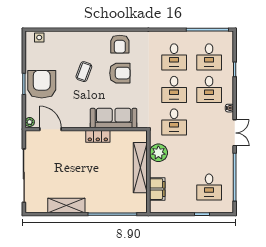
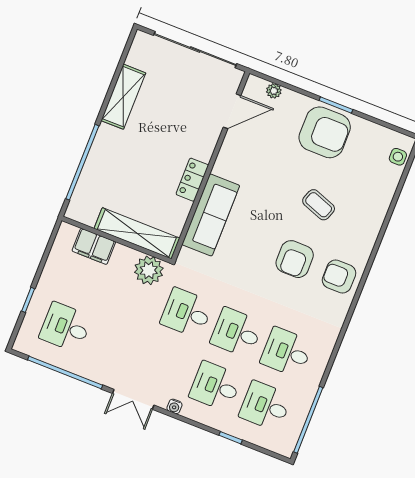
sofa: (114, 118) -> (211, 215), moved
door: (50, 129) -> (232, 111), moved
wall: (86, 129) -> (210, 166), moved
locker: (98, 136) -> (192, 180), moved

